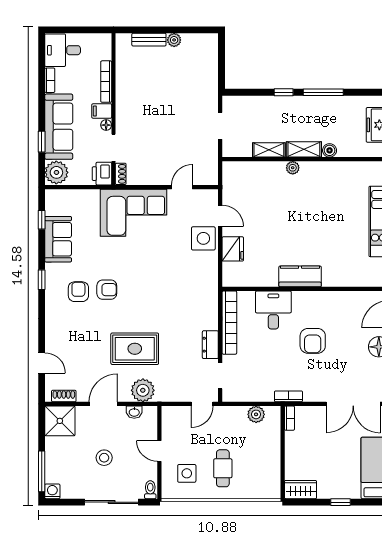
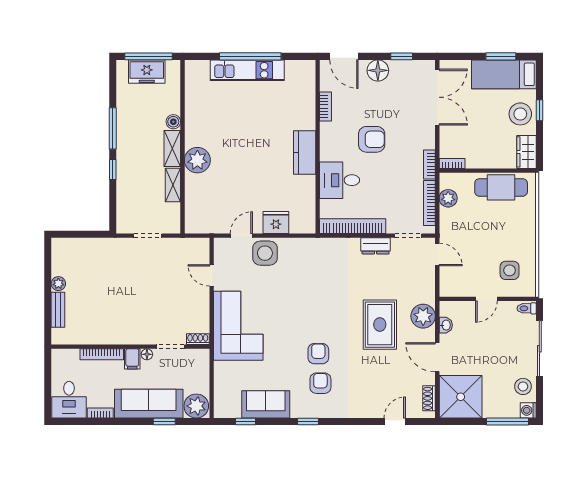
plant: (293, 168) -> (197, 160), width x1.87, depth x1.87
printer: (102, 174) -> (198, 359), removed
armchair: (78, 292) -> (320, 383), turned 90
bookcase: (344, 297) -> (325, 107), added
bookcase: (251, 396) -> (429, 203), added
shower: (60, 421) -> (461, 397), width x1.37, depth x1.37
stool: (104, 458) -> (523, 386), moved
cafe table: (223, 468) -> (501, 187), moved, width x1.37, depth x1.35
stool: (337, 484) -> (520, 114), added

